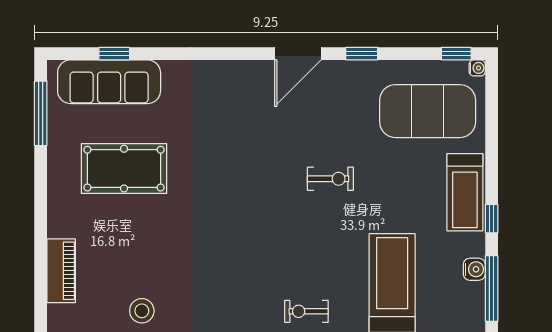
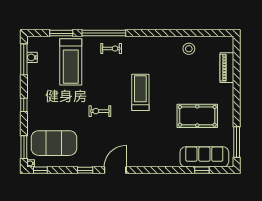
window: (492, 102) -> (24, 147), added
treadmill: (465, 192) -> (140, 92), moved
window: (492, 219) -> (24, 105), moved
water cooler: (474, 269) -> (32, 57), moved

